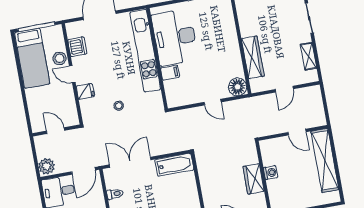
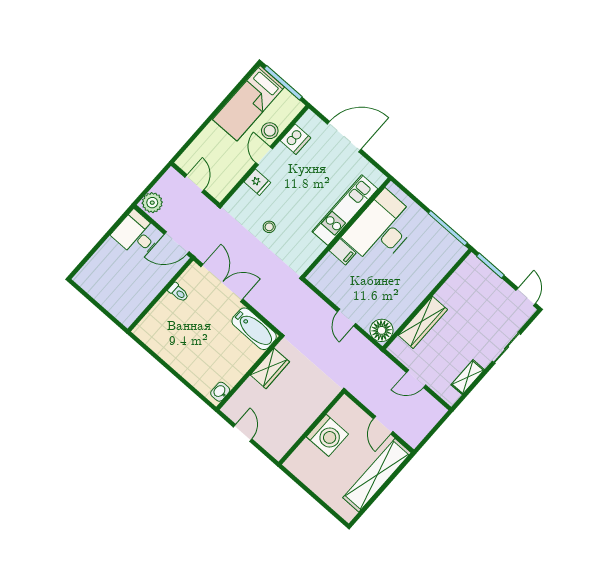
kitchen unit: (145, 51) -> (345, 210), width x0.73
washing machine: (271, 173) -> (327, 435), width x1.89, depth x1.89
wardrobe: (254, 179) -> (270, 368), moved, turned 180

